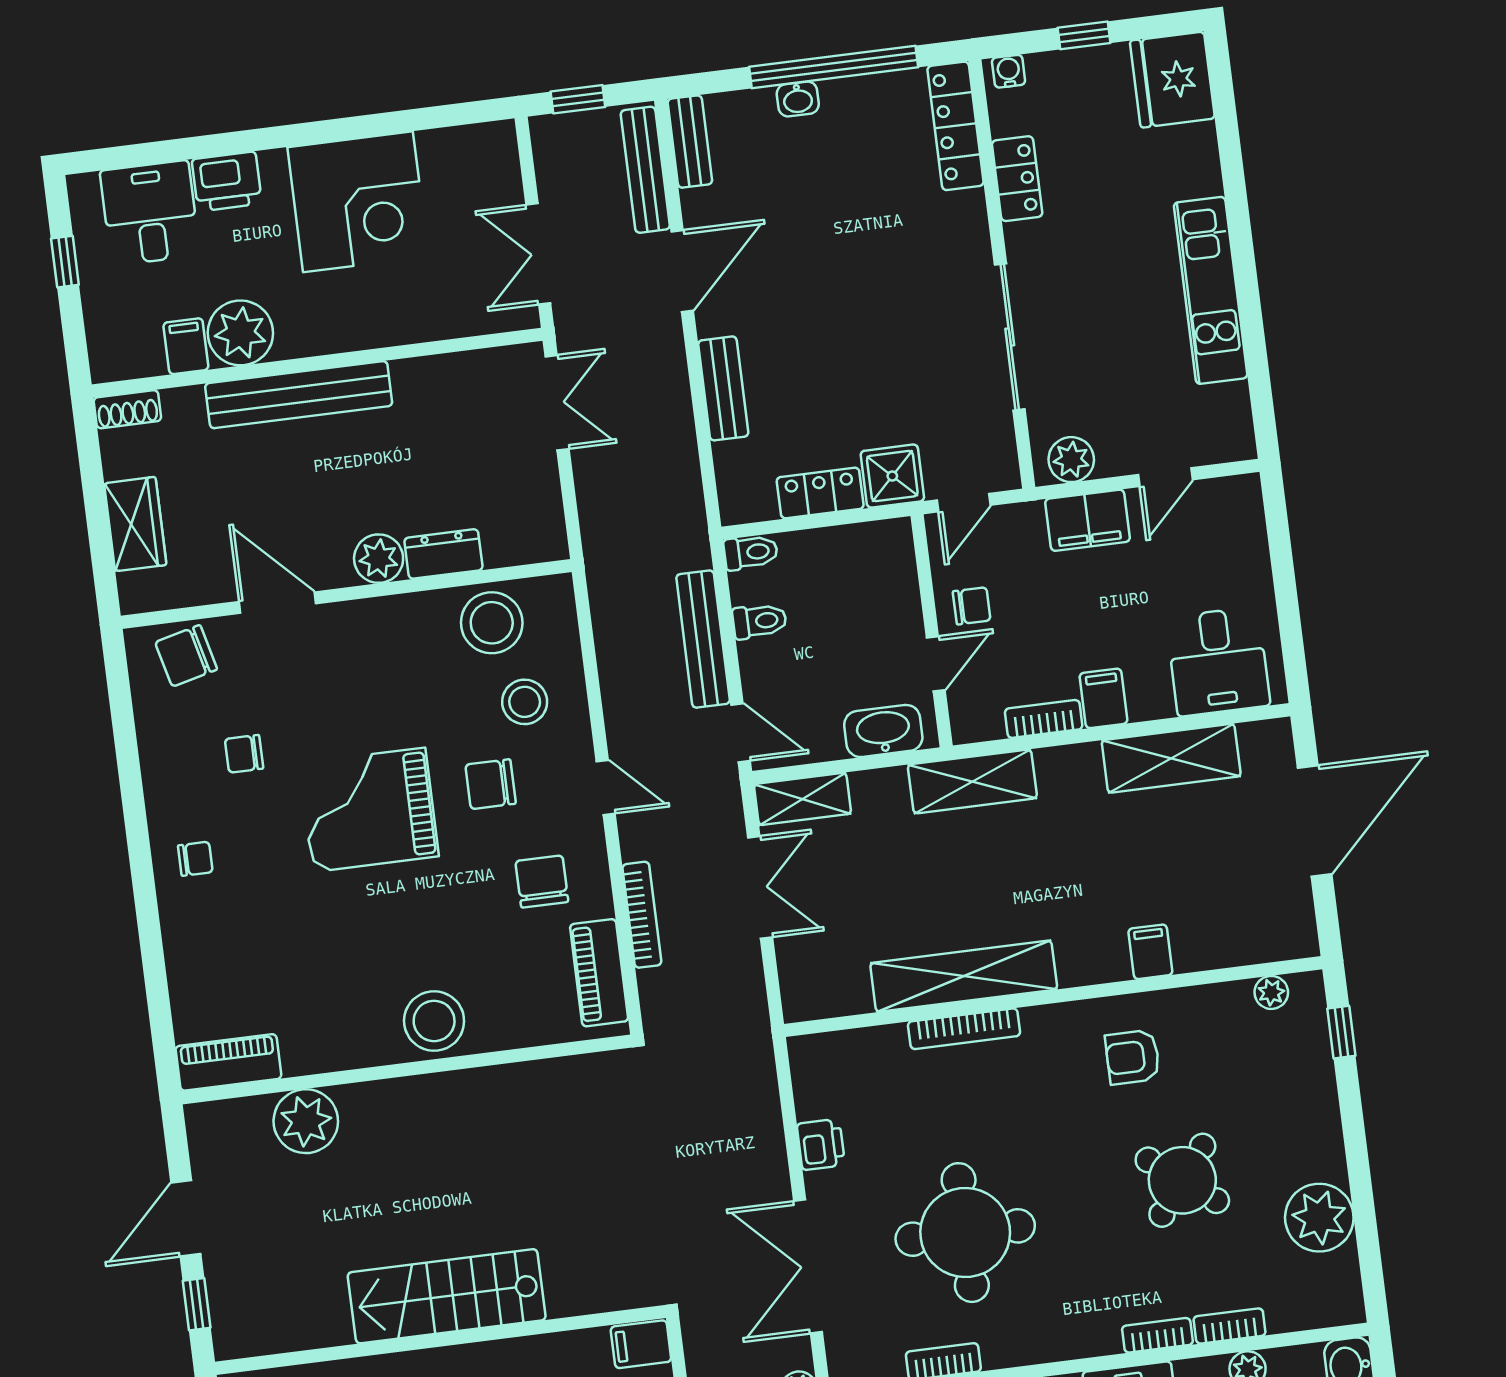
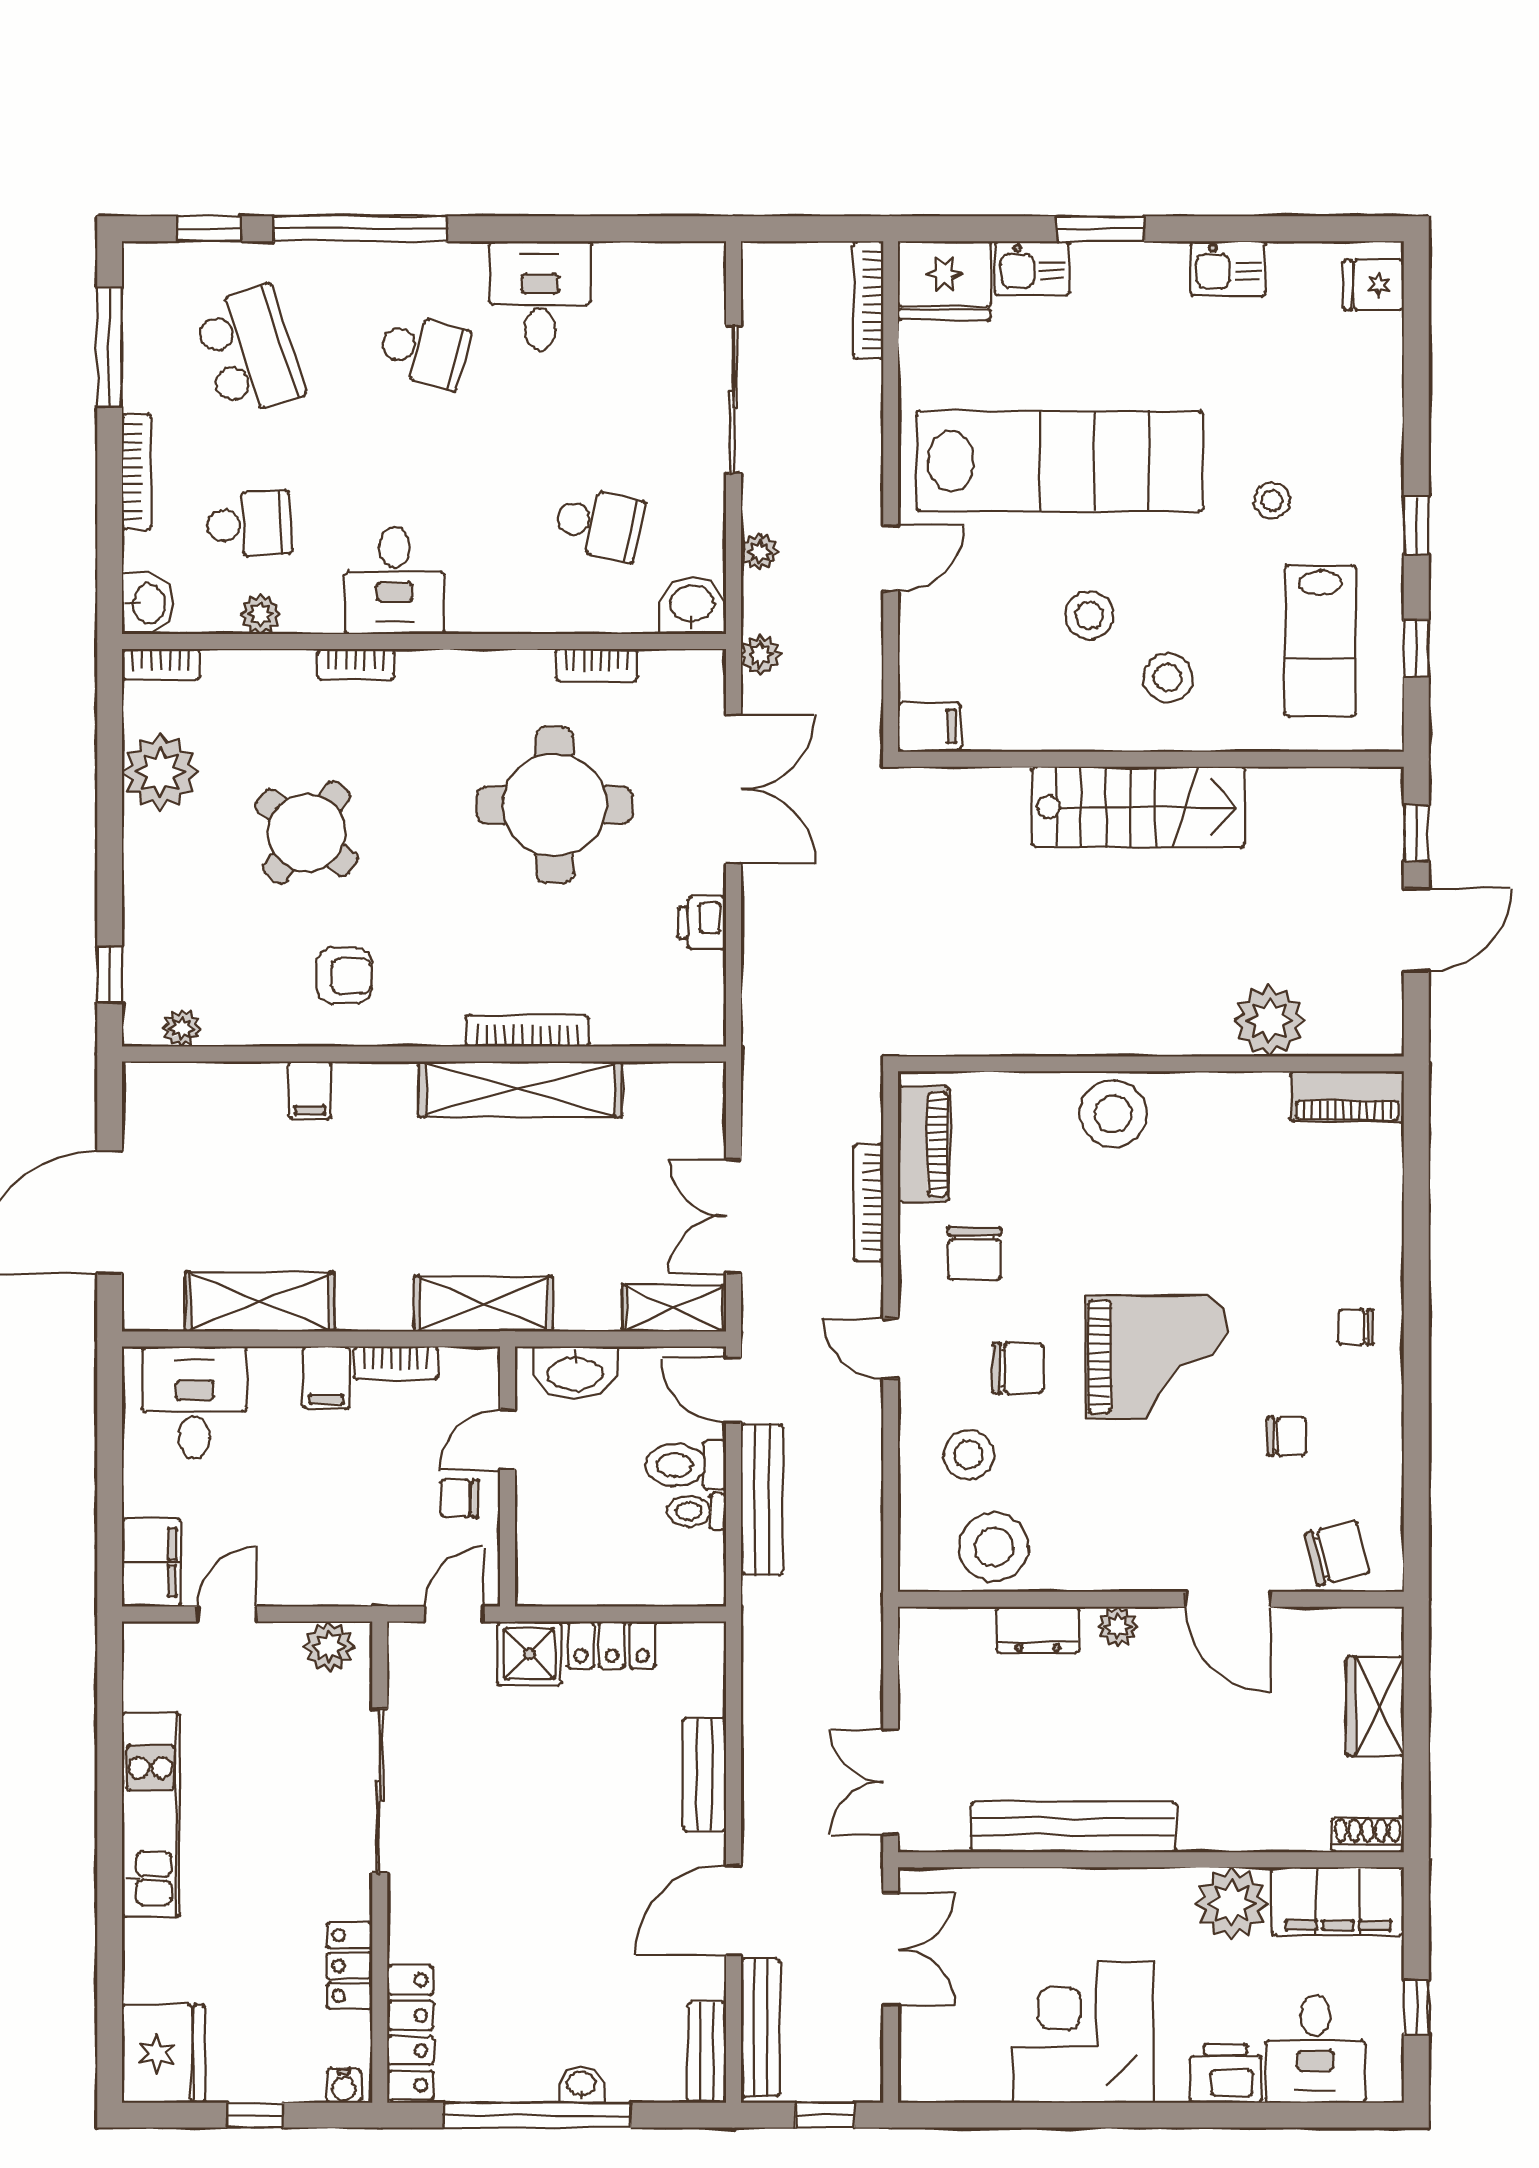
filing cabinet: (186, 346) -> (1338, 1901), width x3.00, depth x1.17
bench: (299, 395) -> (1074, 1827), moved
filing cabinet: (1088, 520) -> (151, 1562), moved, turned 90
toilet: (751, 552) -> (686, 1465), moved, width x1.37, depth x1.39
plant: (379, 559) -> (1118, 1626), width x0.73, depth x0.73
bookcase: (1230, 1326) -> (161, 664), moved

